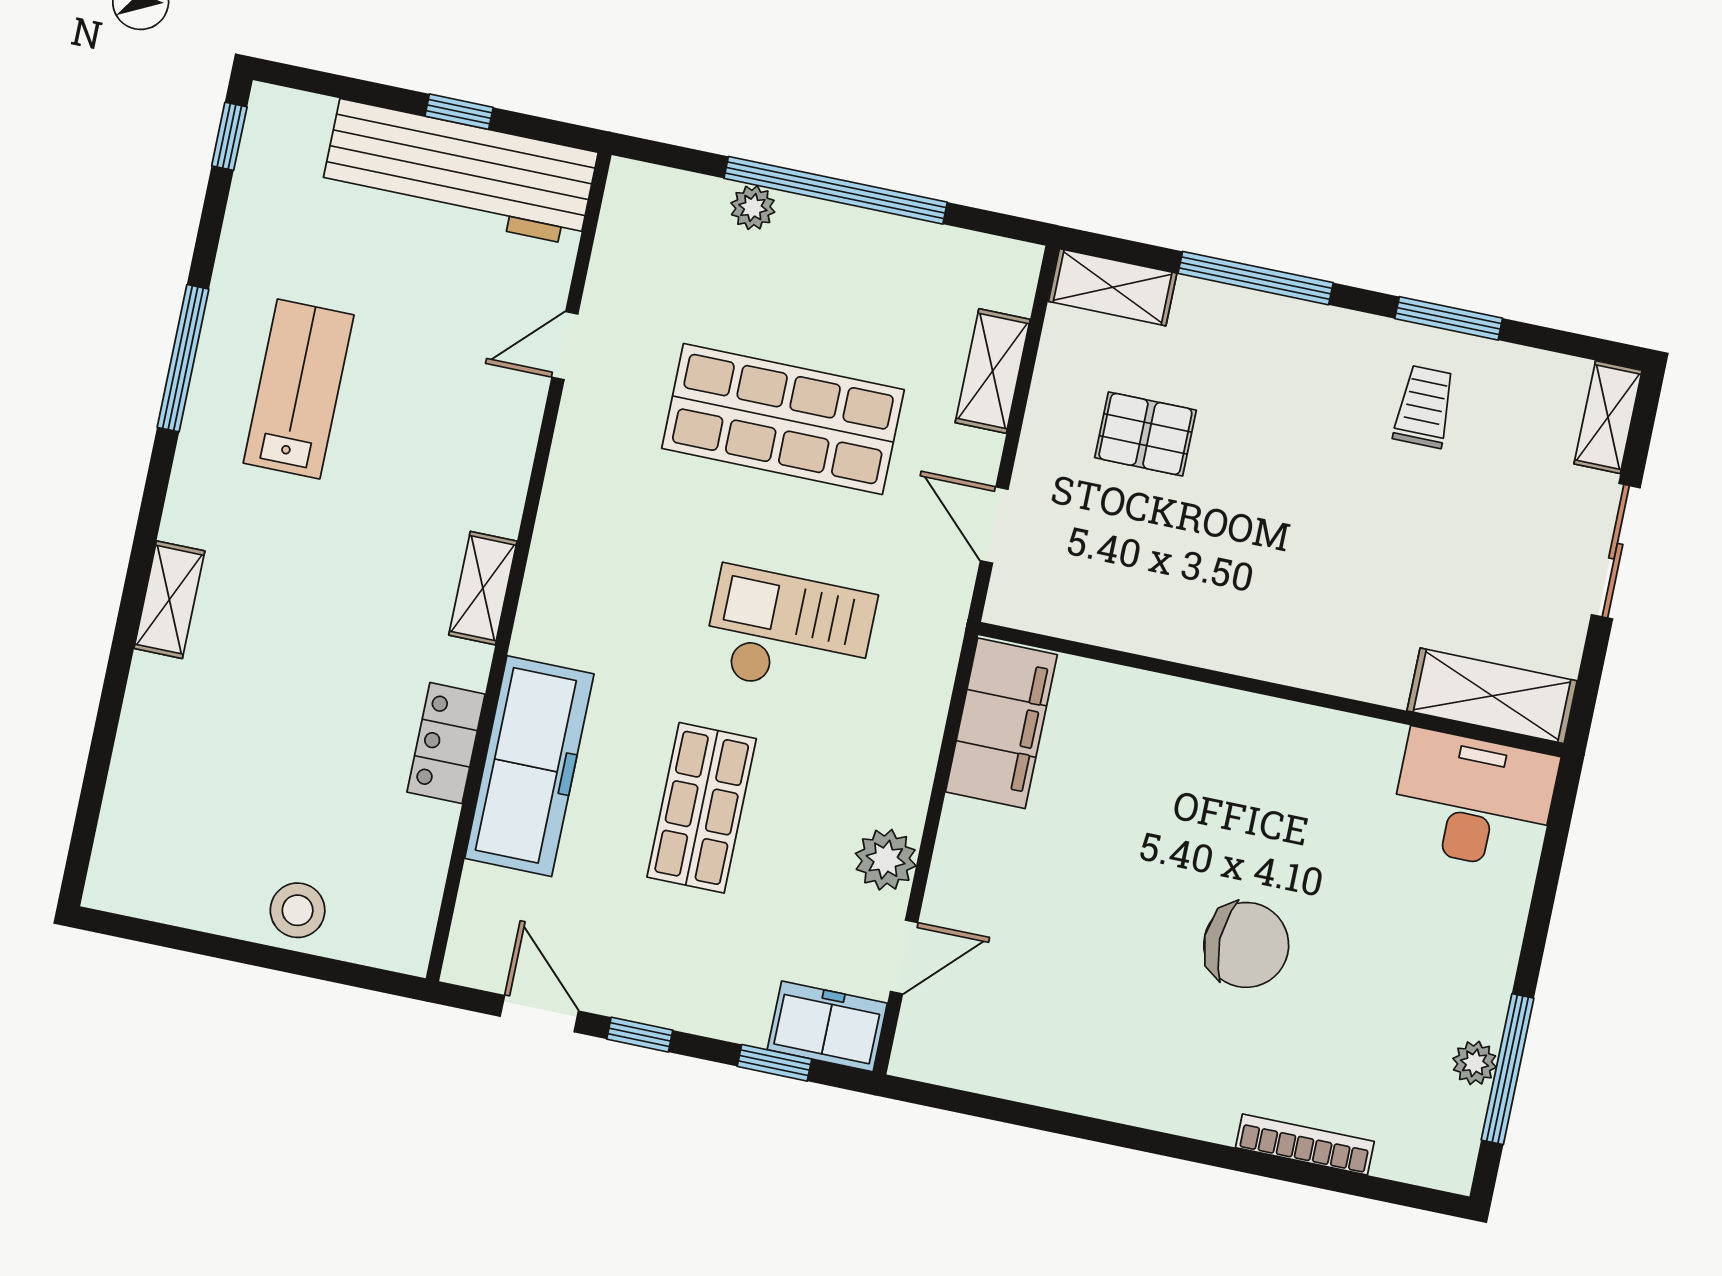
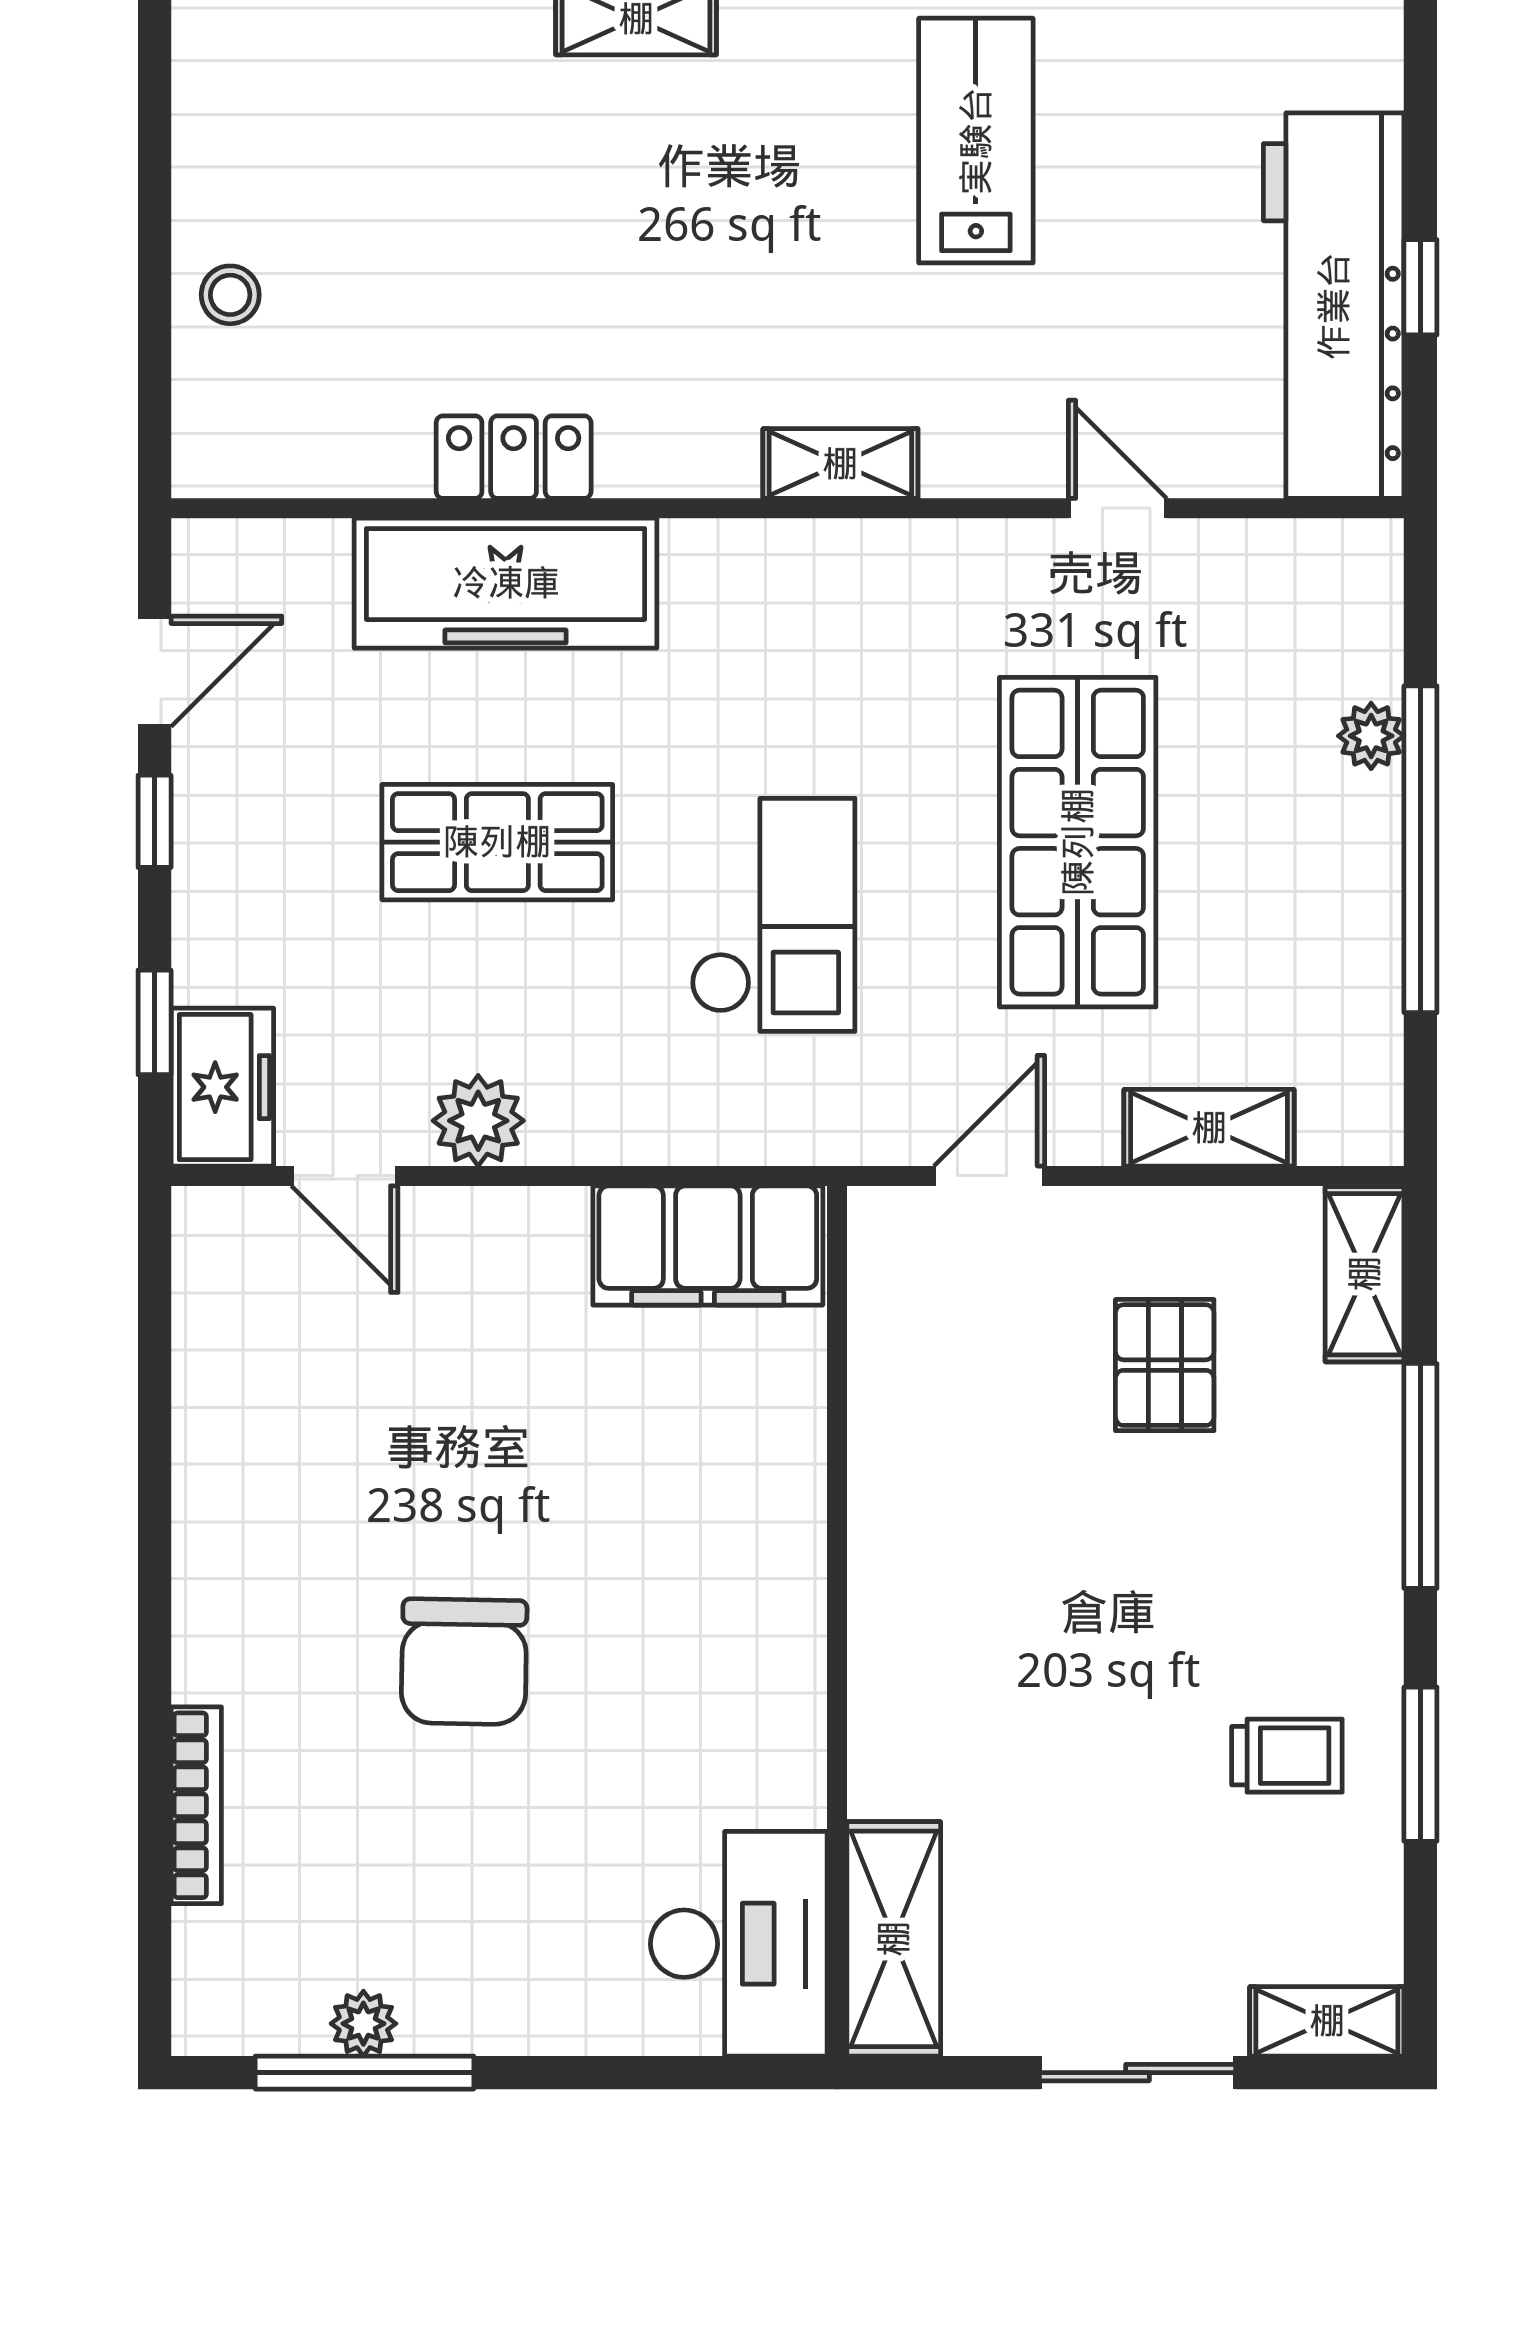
lab bench: (299, 389) -> (976, 141), turned -90
shelving: (483, 588) -> (840, 464), moved
stool: (298, 910) -> (230, 295), width x0.73, depth x0.73

